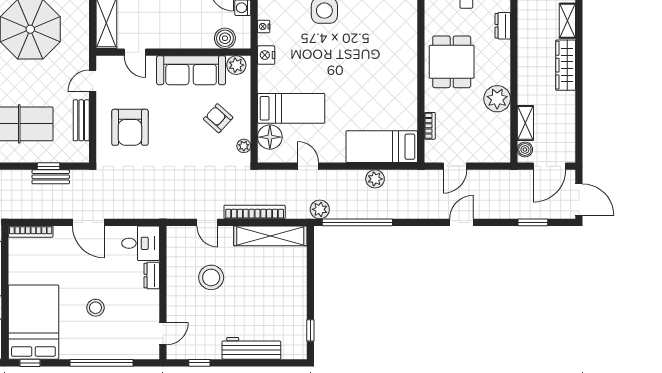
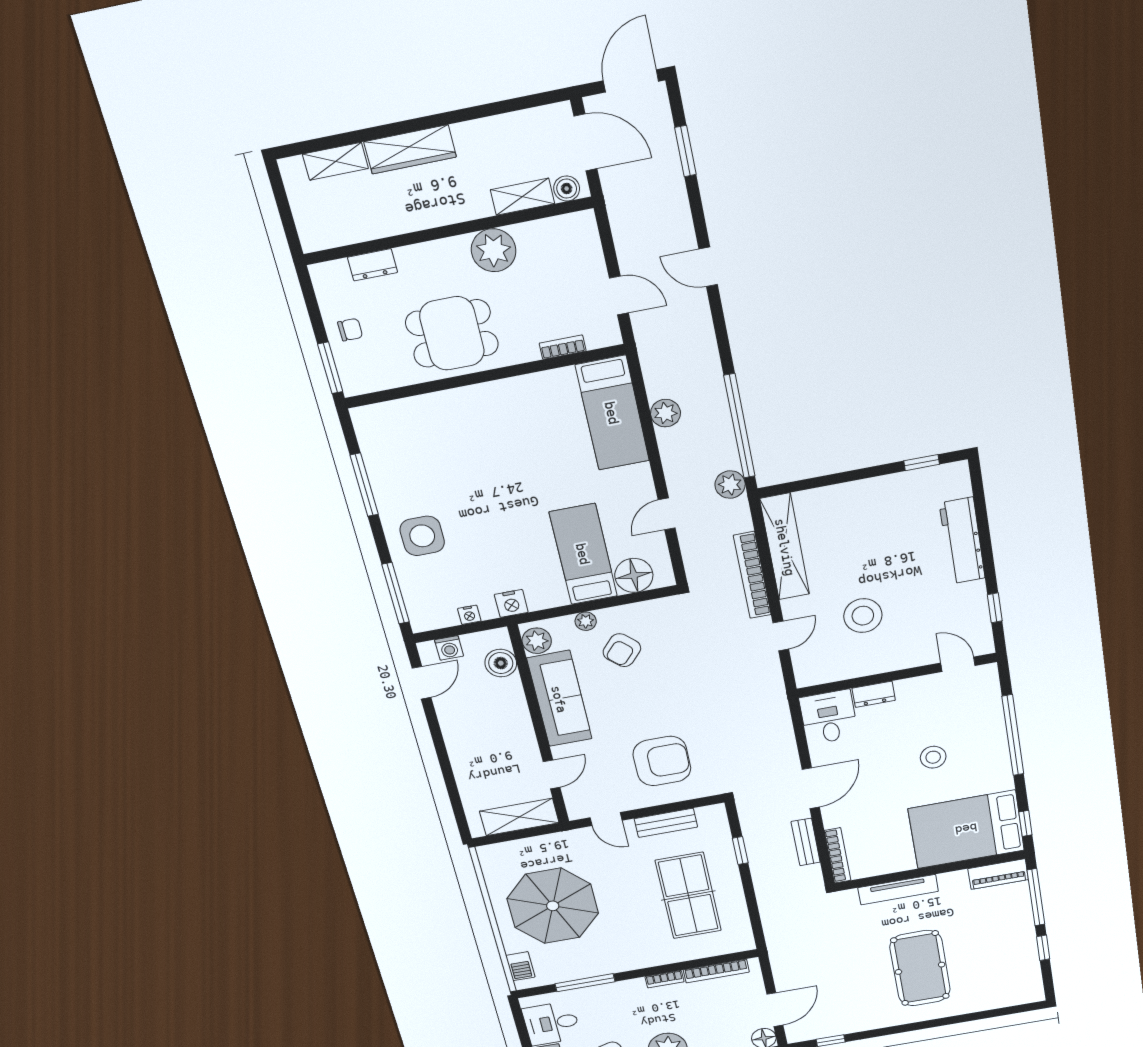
plant: (244, 146) -> (586, 621), moved
bench: (51, 177) -> (806, 842), moved

